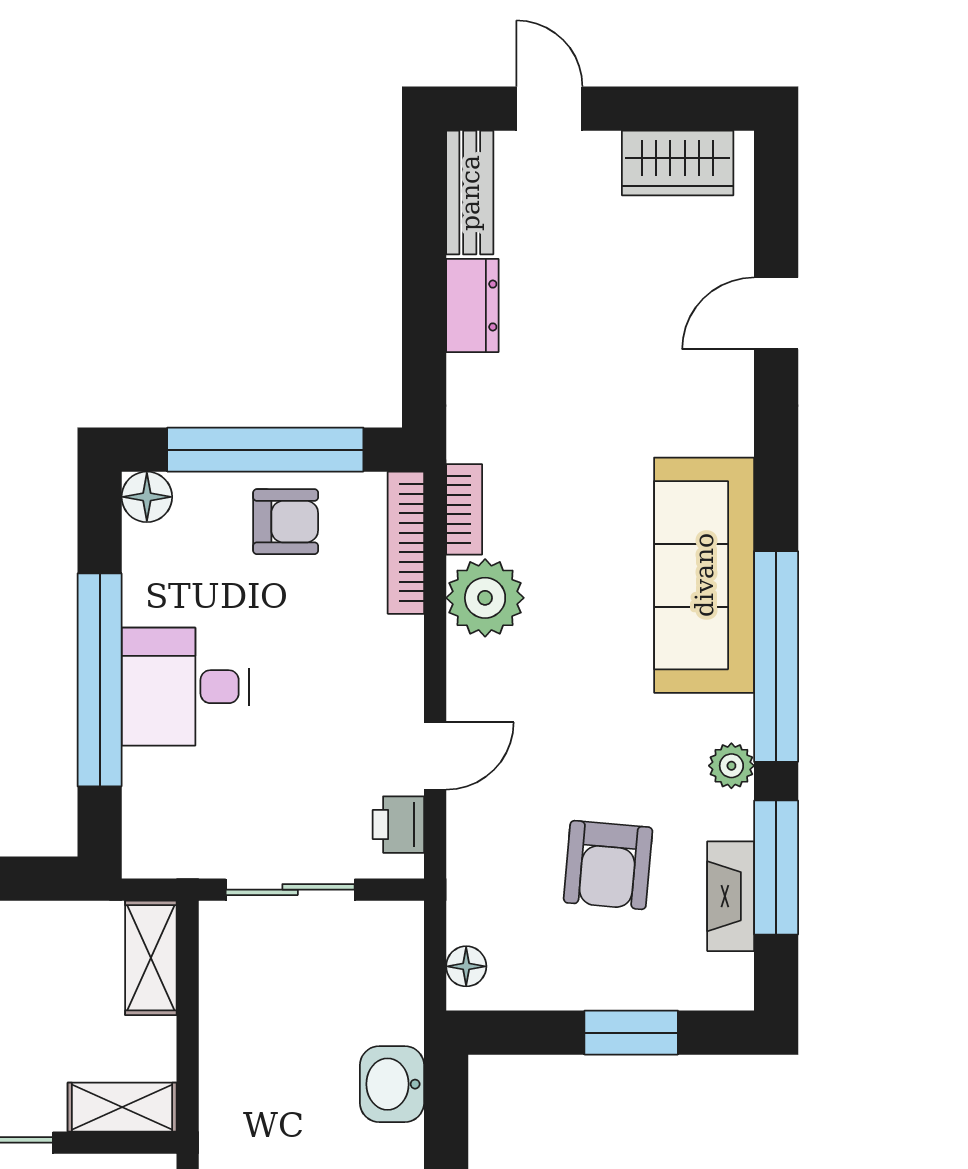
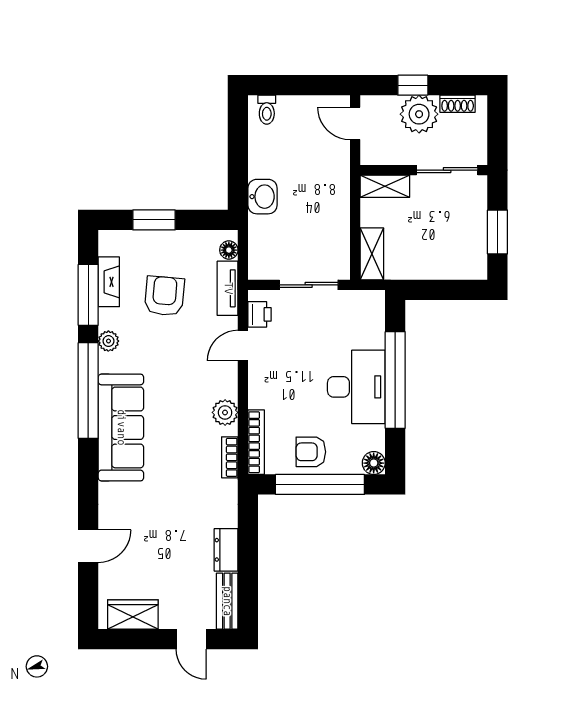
plant: (485, 598) -> (225, 412), width x0.73, depth x0.73
desk: (185, 687) -> (356, 387), width x1.37
tv unit: (469, 882) -> (228, 288), added

